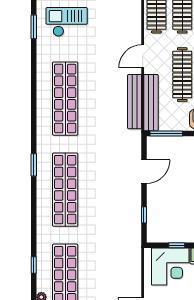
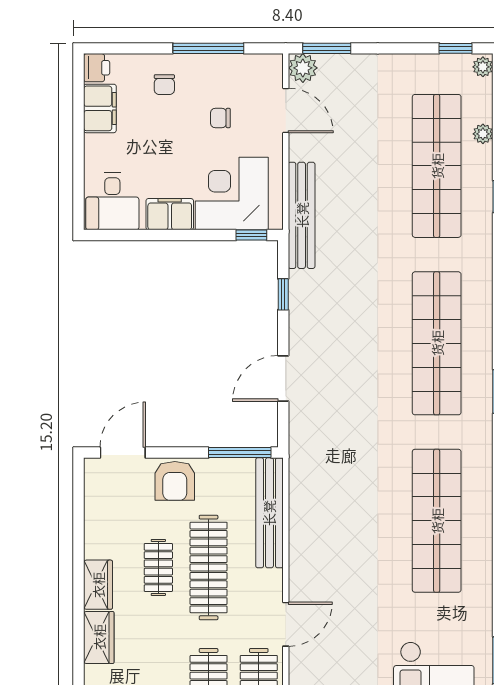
door: (143, 56) -> (286, 624), moved
bench: (135, 102) -> (302, 215), moved
window: (177, 245) -> (251, 235), moved

